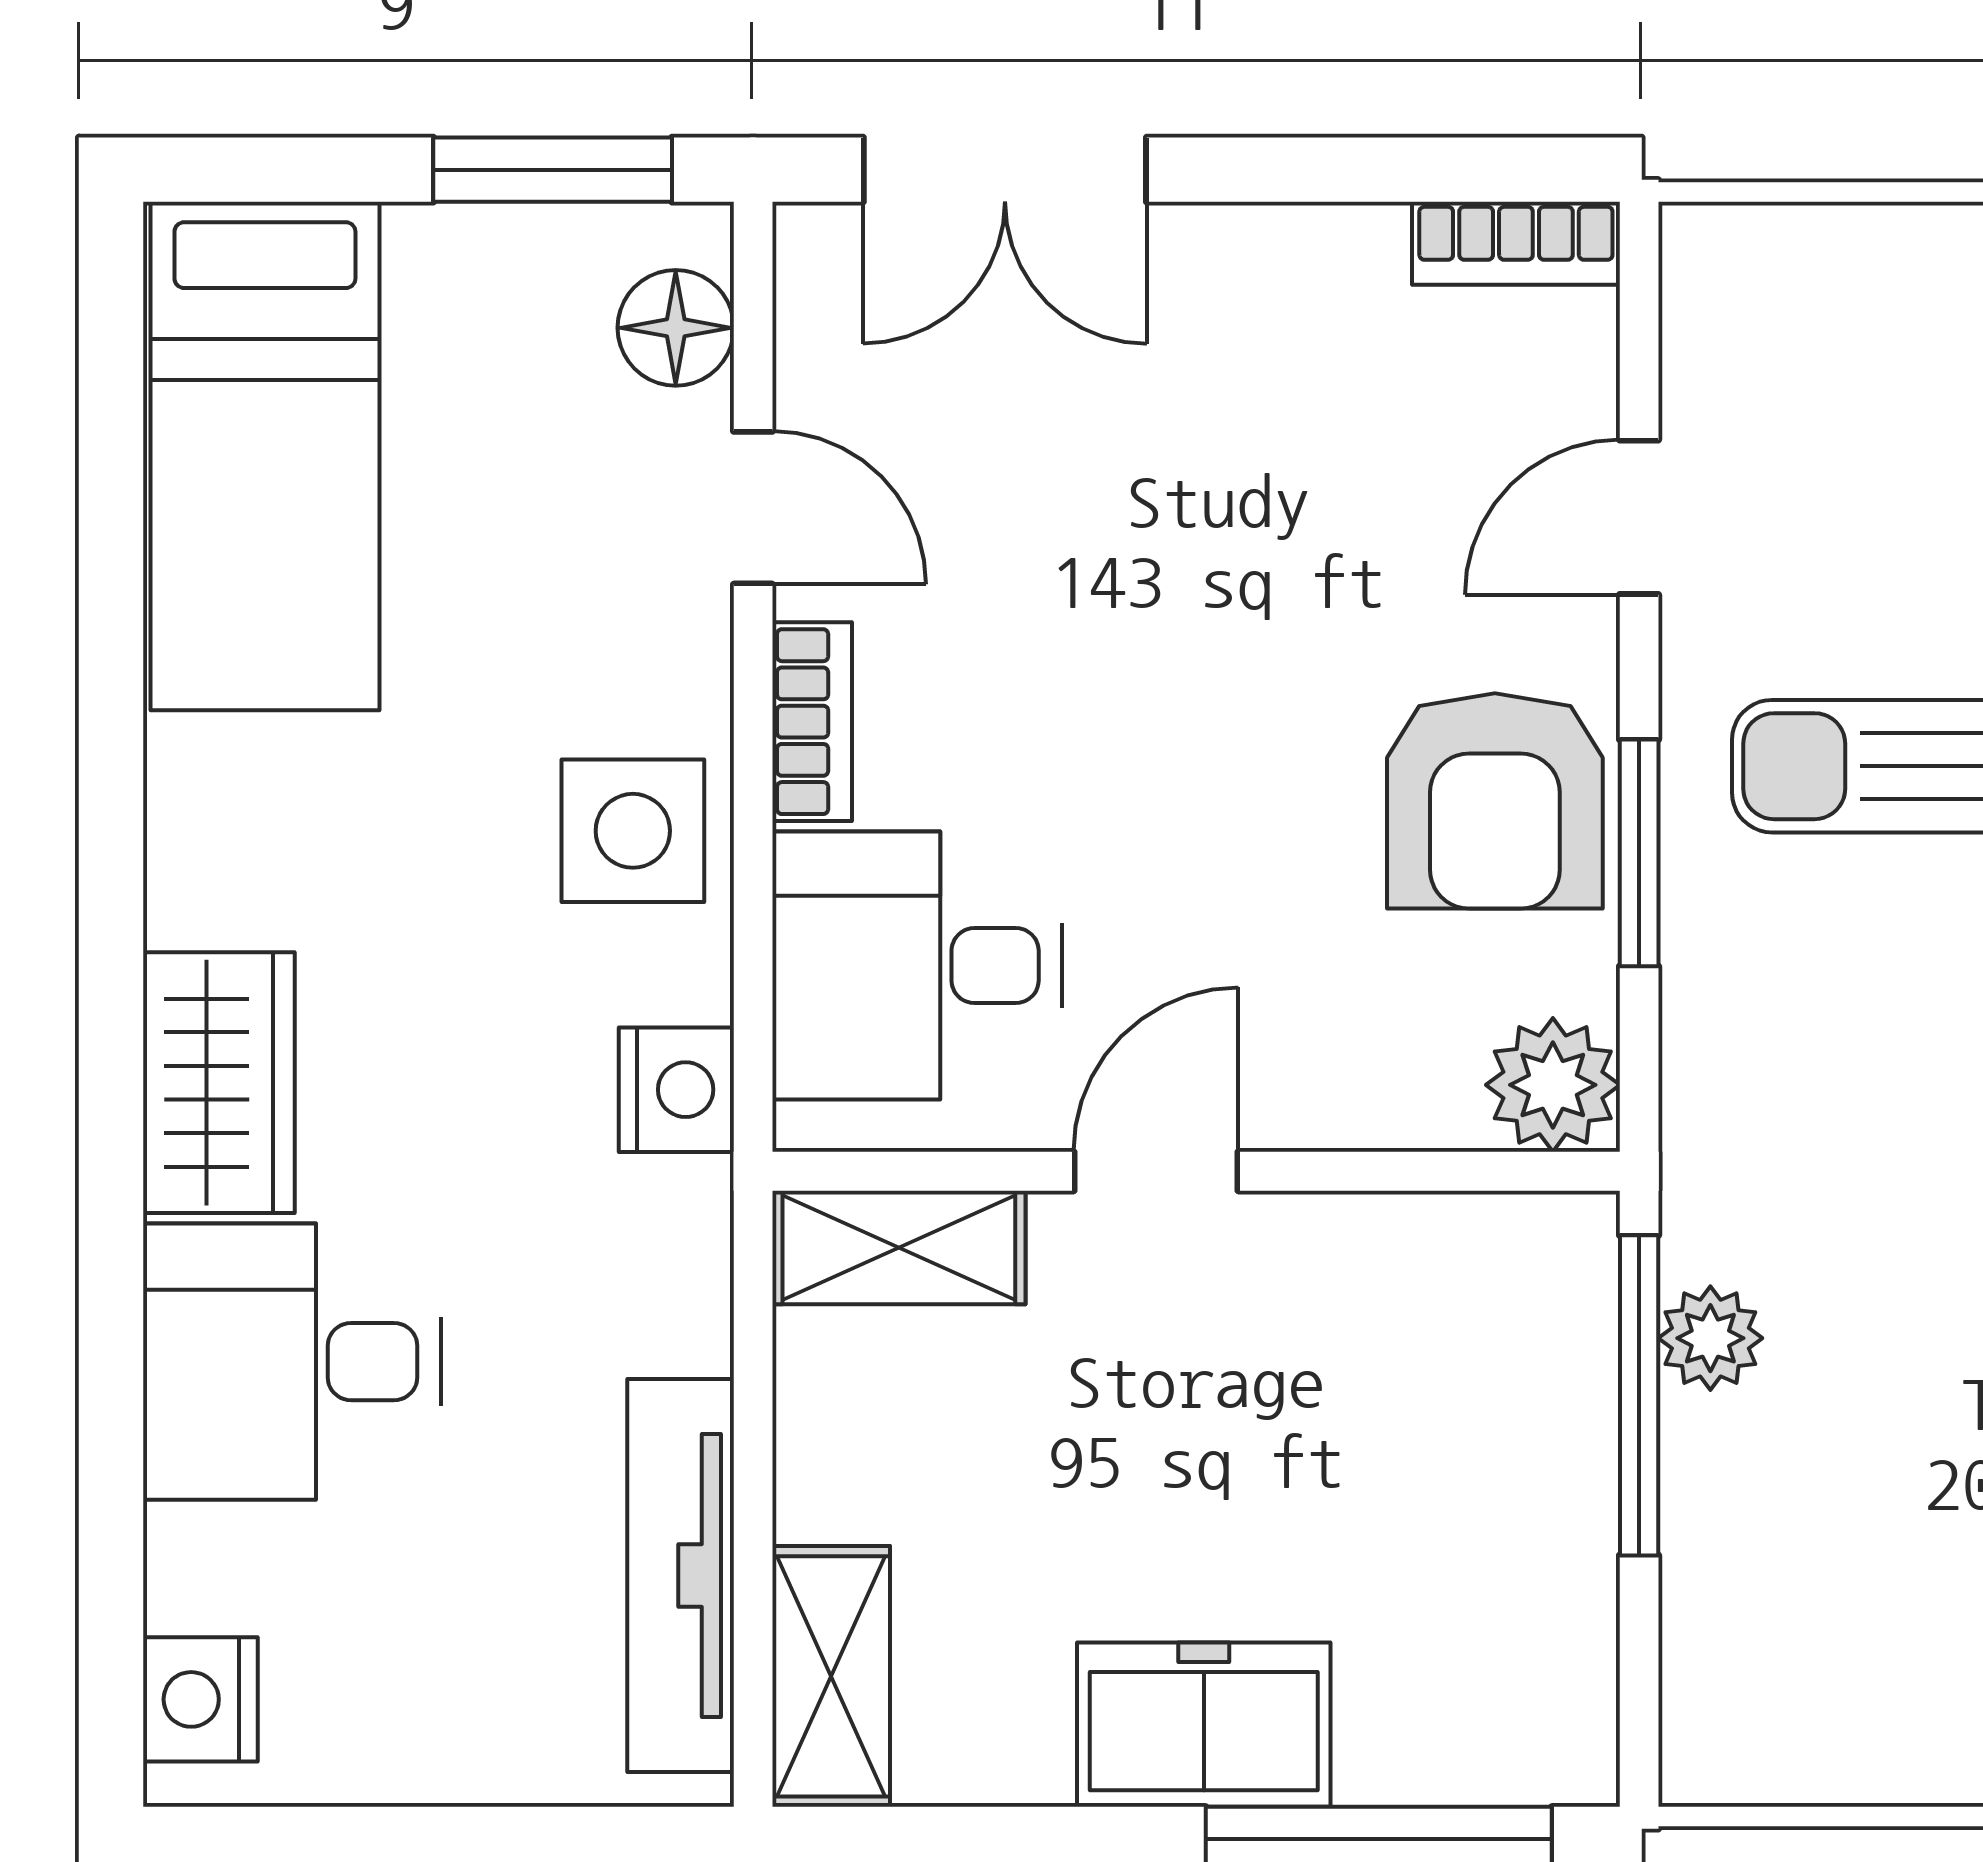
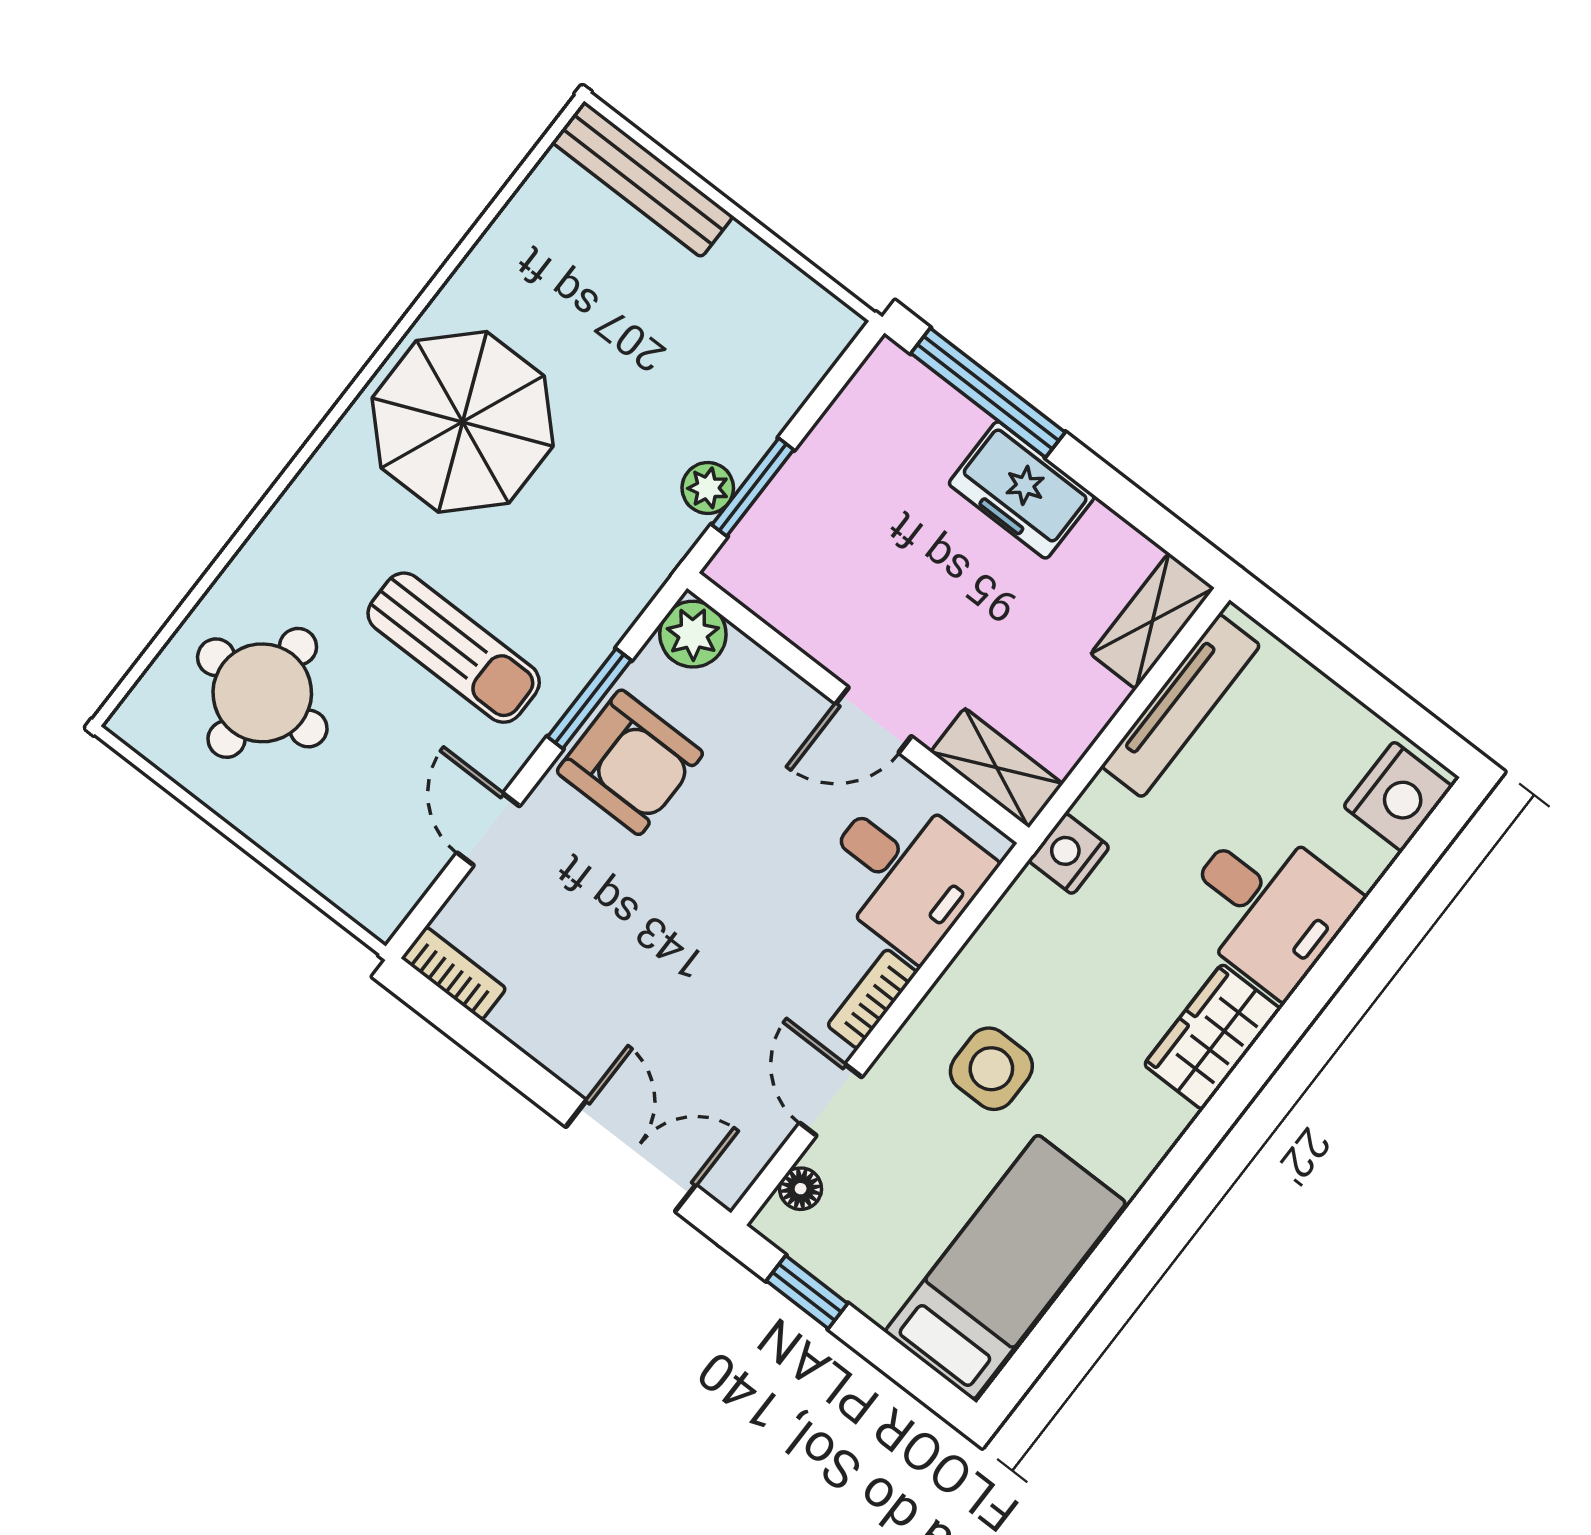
window: (553, 170) -> (807, 1292), width x0.67
floor lamp: (676, 328) -> (801, 1189), width x0.73, depth x0.73
door: (1639, 517) -> (488, 829), swing flipped
armchair: (1495, 801) -> (630, 762), turned 90
side table: (633, 831) -> (991, 1069), moved
nightstand: (676, 1090) -> (1069, 854), moved
window: (1639, 1395) -> (753, 487), width x0.69
nightstand: (200, 1699) -> (1398, 796), width x1.36, depth x1.33

